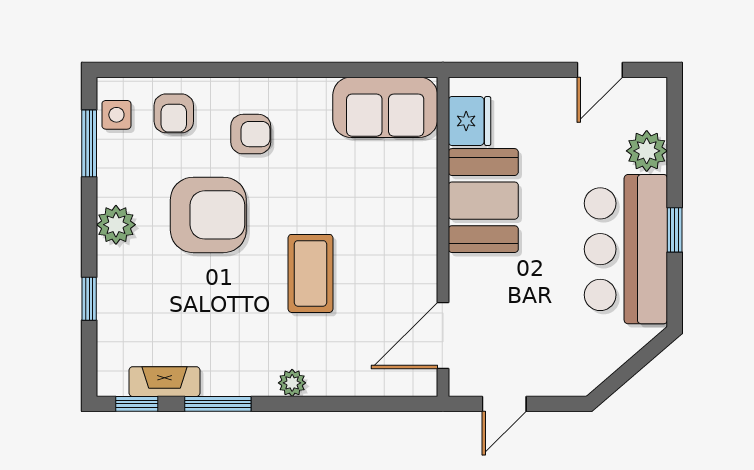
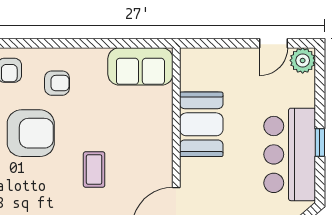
fridge: (469, 121) -> (193, 75), removed
plant: (647, 151) -> (303, 60), moved
coffee table: (310, 273) -> (94, 169), width x0.73, depth x0.77

